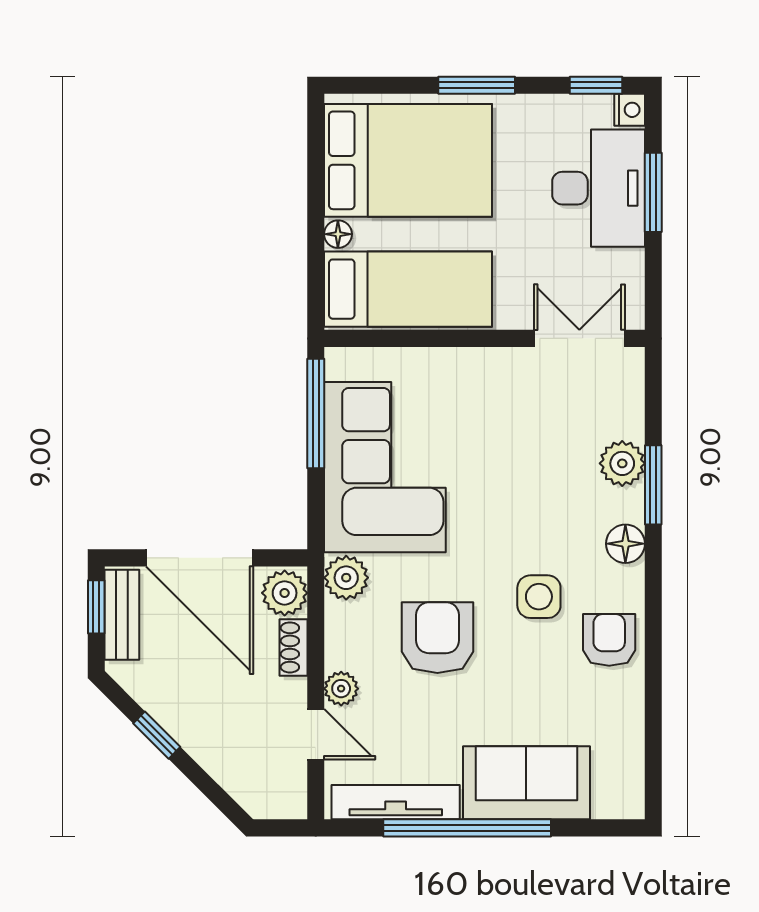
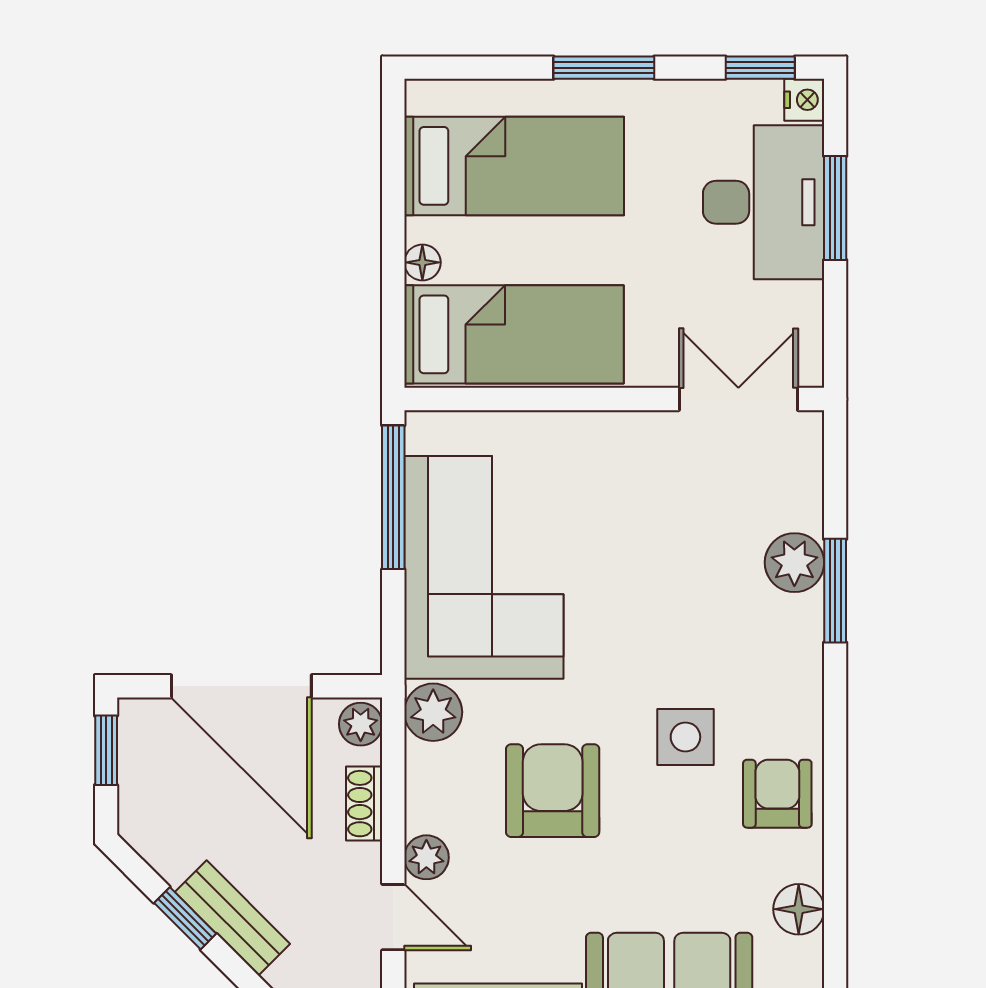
bed: (408, 160) -> (514, 166), width x0.67
floor lamp: (625, 544) -> (799, 909), moved
plant: (285, 593) -> (361, 724), width x0.73, depth x0.73
bench: (122, 615) -> (232, 918), moved, turned -45

